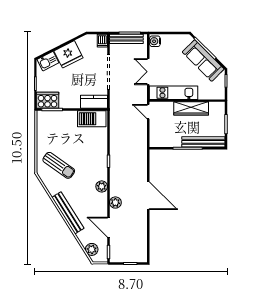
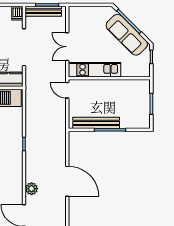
water cooler: (155, 41) -> (74, 14), removed
wardrobe: (191, 108) -> (114, 87), removed
bench: (203, 142) -> (96, 123), moved
plant: (102, 186) -> (17, 171), removed

